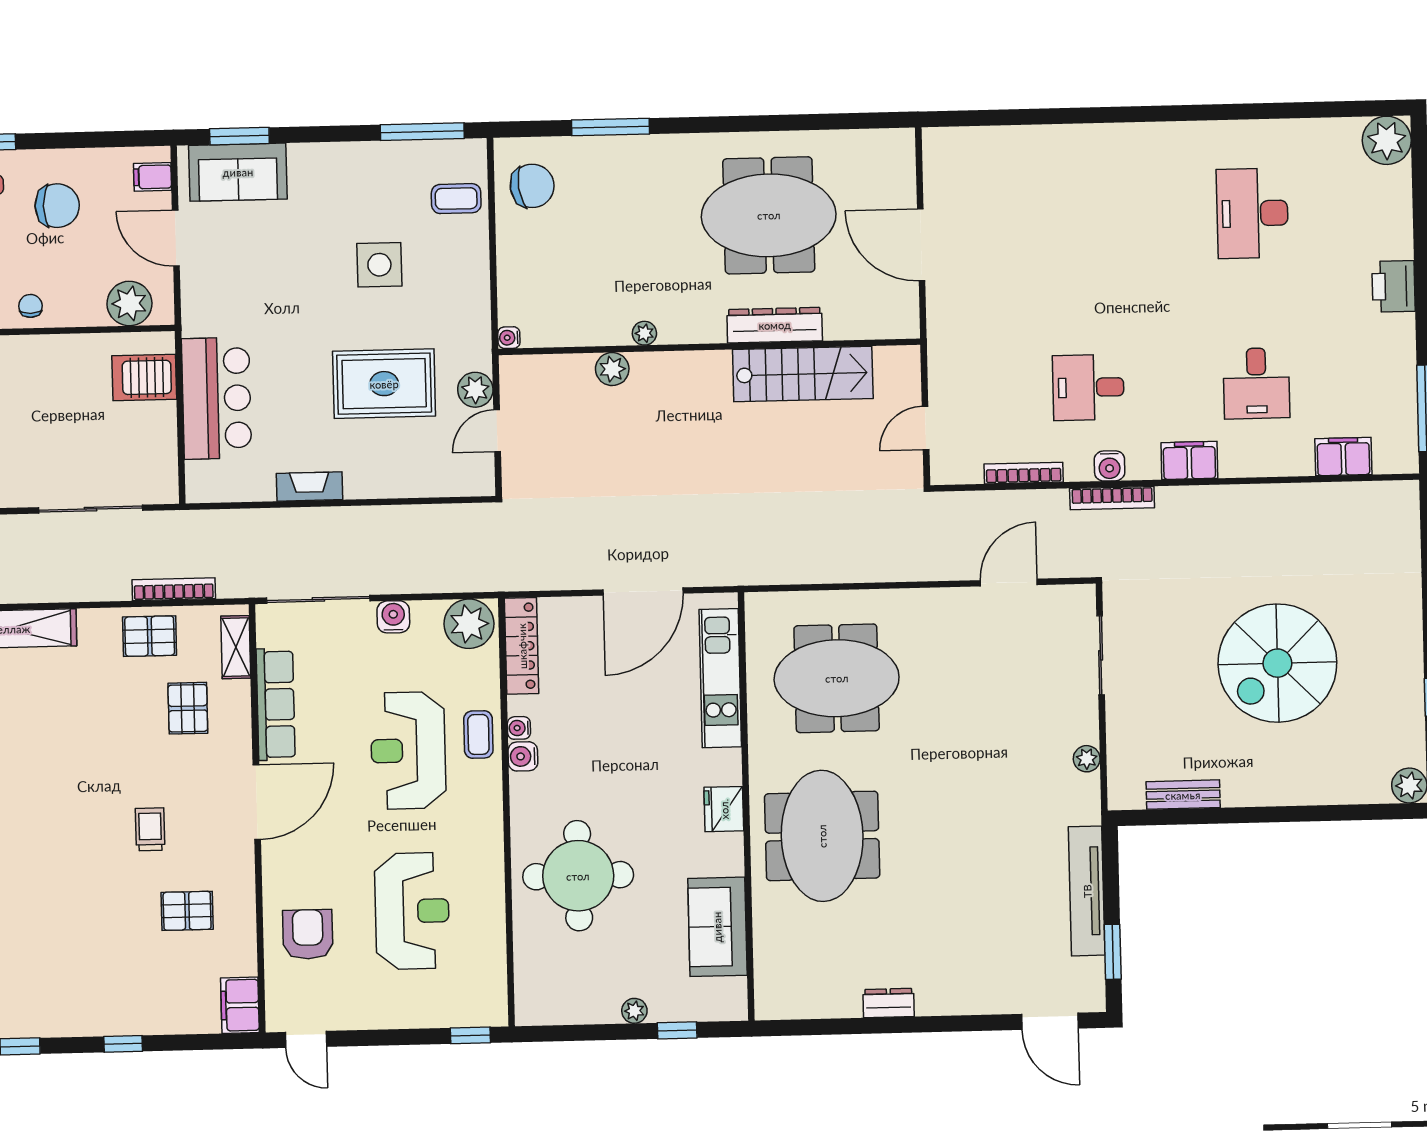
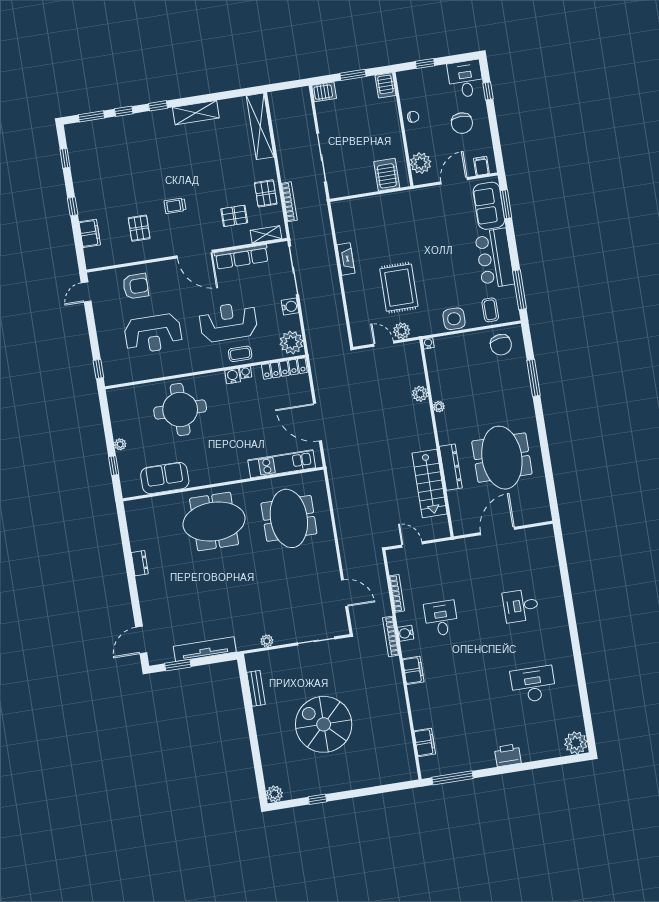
side table: (379, 265) -> (454, 319), moved
desk: (1256, 383) -> (521, 606), moved
bar counter: (217, 398) -> (495, 258), moved, turned 90
fridge: (724, 809) -> (220, 474), removed
trolley: (150, 829) -> (175, 206), turned 180
filing cabinet: (240, 1005) -> (90, 233), moved, turned 90

